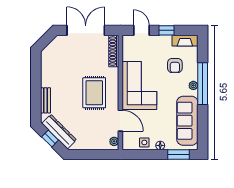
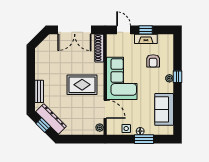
double door: (86, 30) -> (75, 30), swing flipped
fireplace: (185, 41) -> (146, 39), moved
window: (203, 84) -> (177, 77), width x0.32
rug: (94, 93) -> (82, 85), turned 90
sofa: (187, 121) -> (164, 109), width x0.73
window: (179, 155) -> (144, 139), moved

